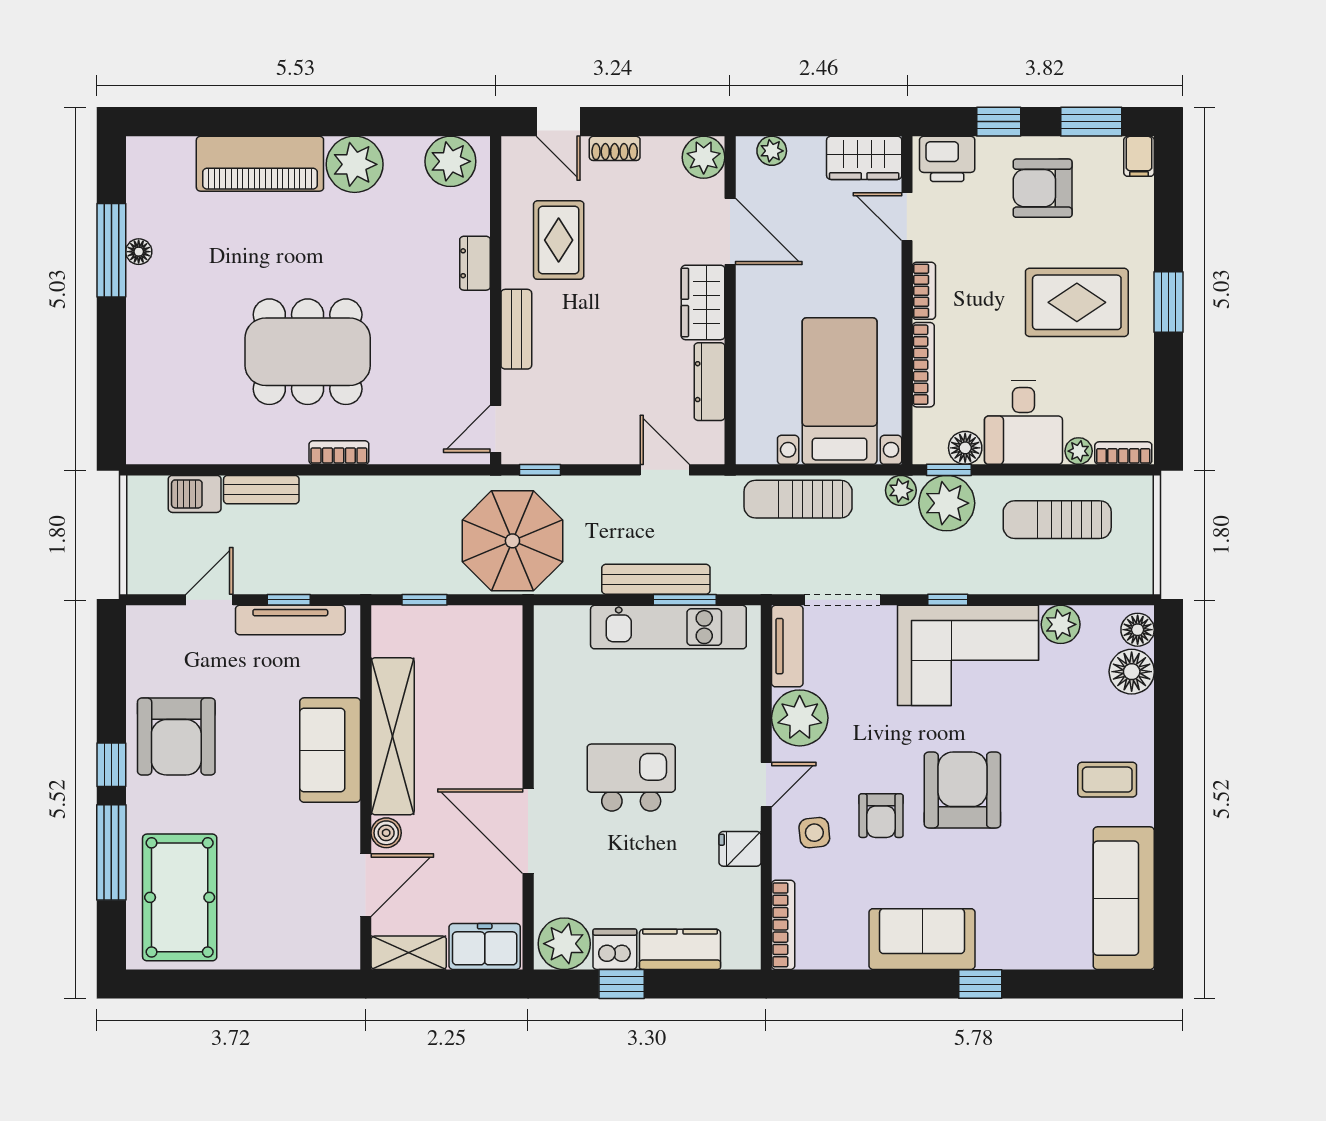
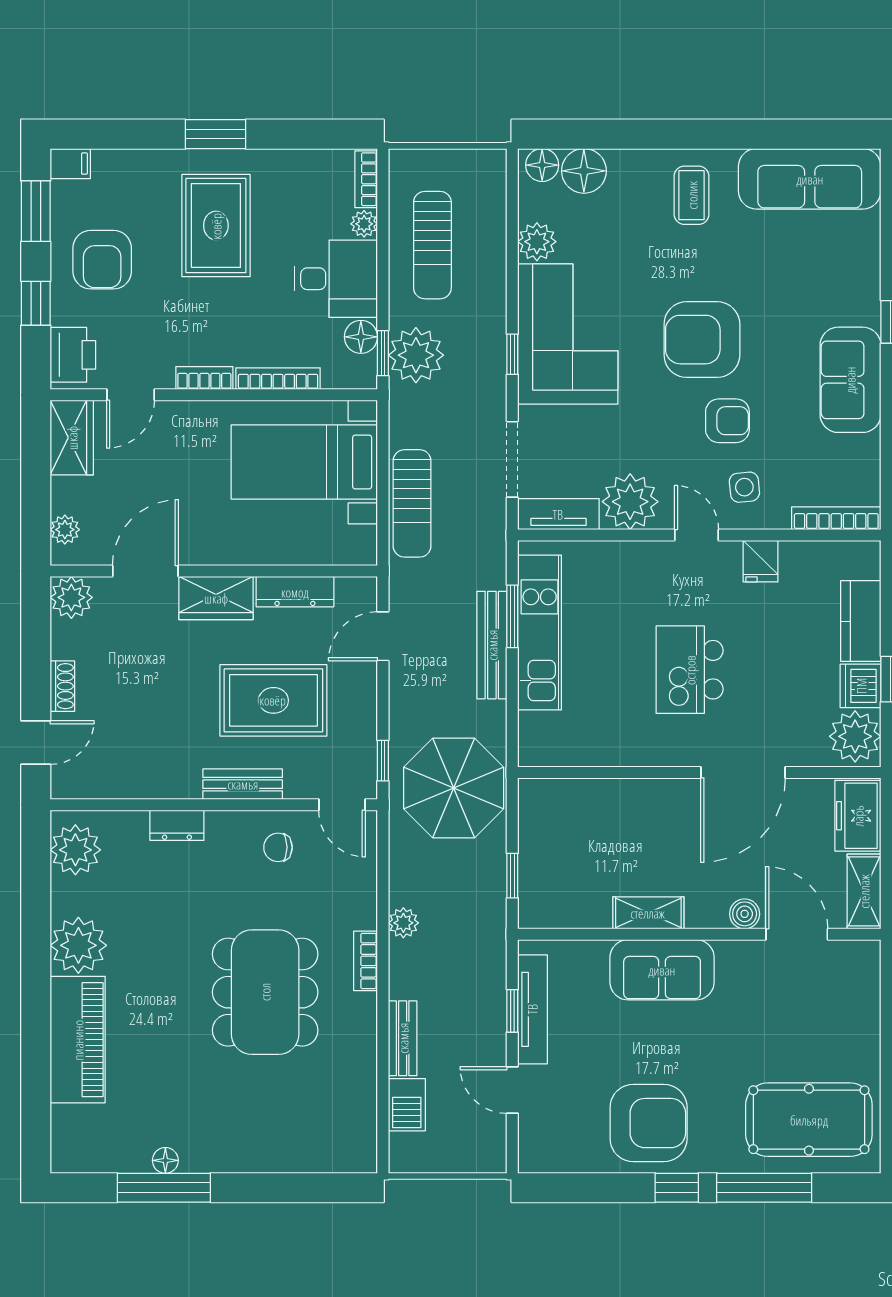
rug: (559, 240) -> (273, 700), moved, width x1.36, depth x1.43
chair: (453, 365) -> (278, 847), added
plant: (901, 490) -> (403, 923), moved
shelving: (393, 736) -> (648, 913), width x0.45, depth x0.75

